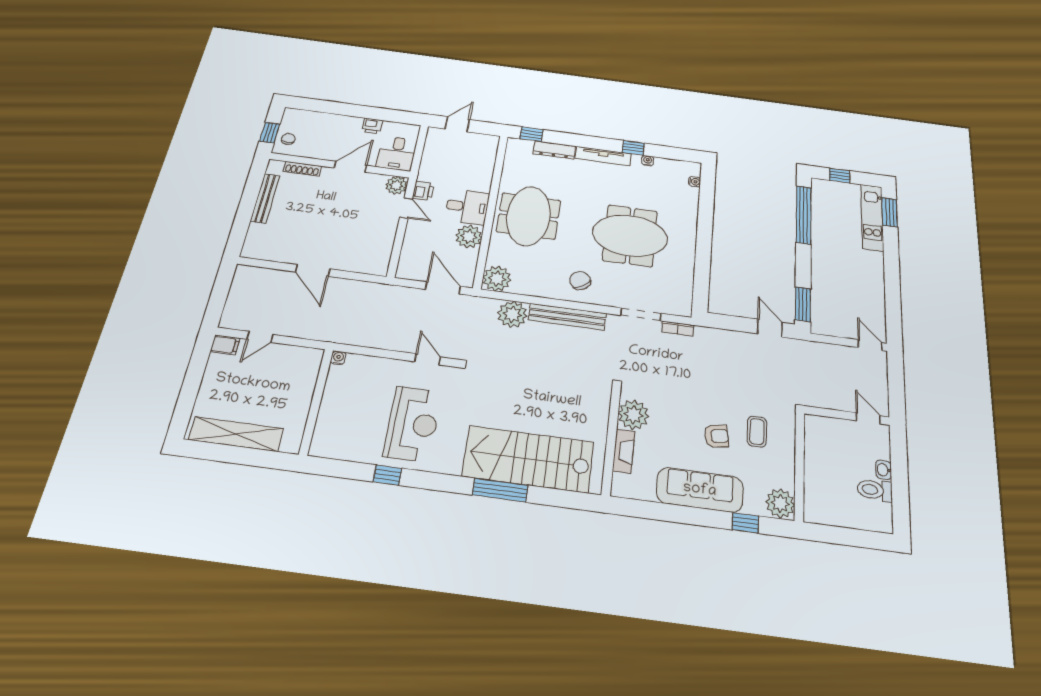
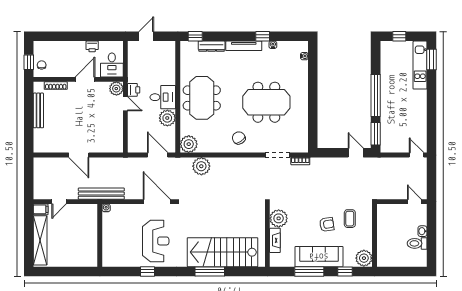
window: (804, 215) -> (376, 95), moved
bench: (567, 317) -> (101, 194), moved
door: (428, 359) -> (157, 202), width x1.88
shelving: (236, 434) -> (40, 240), moved, turned 90
window: (681, 514) -> (309, 271), added

